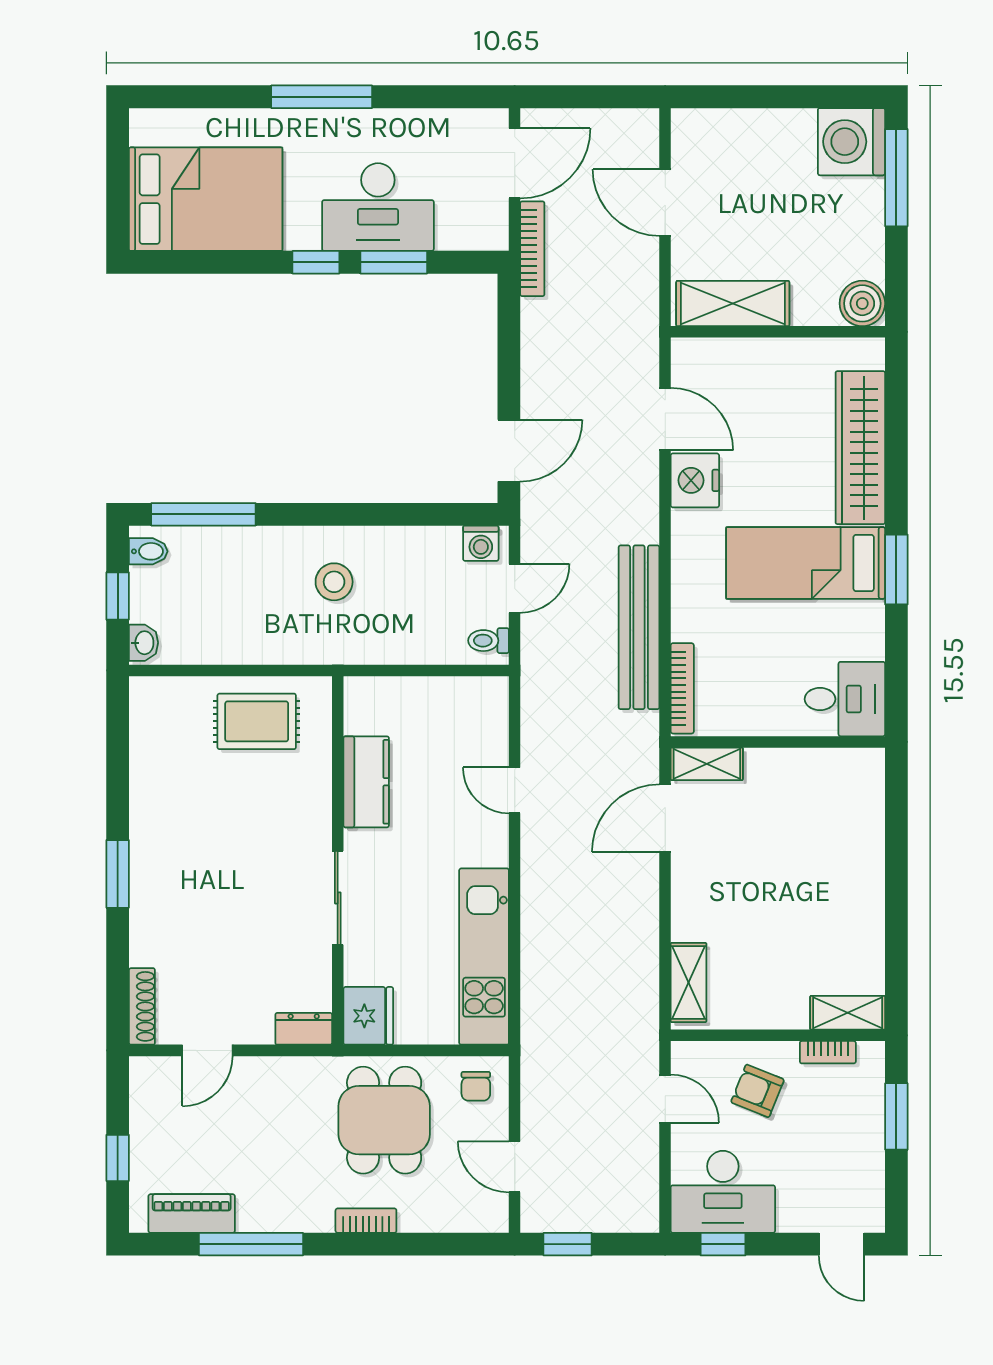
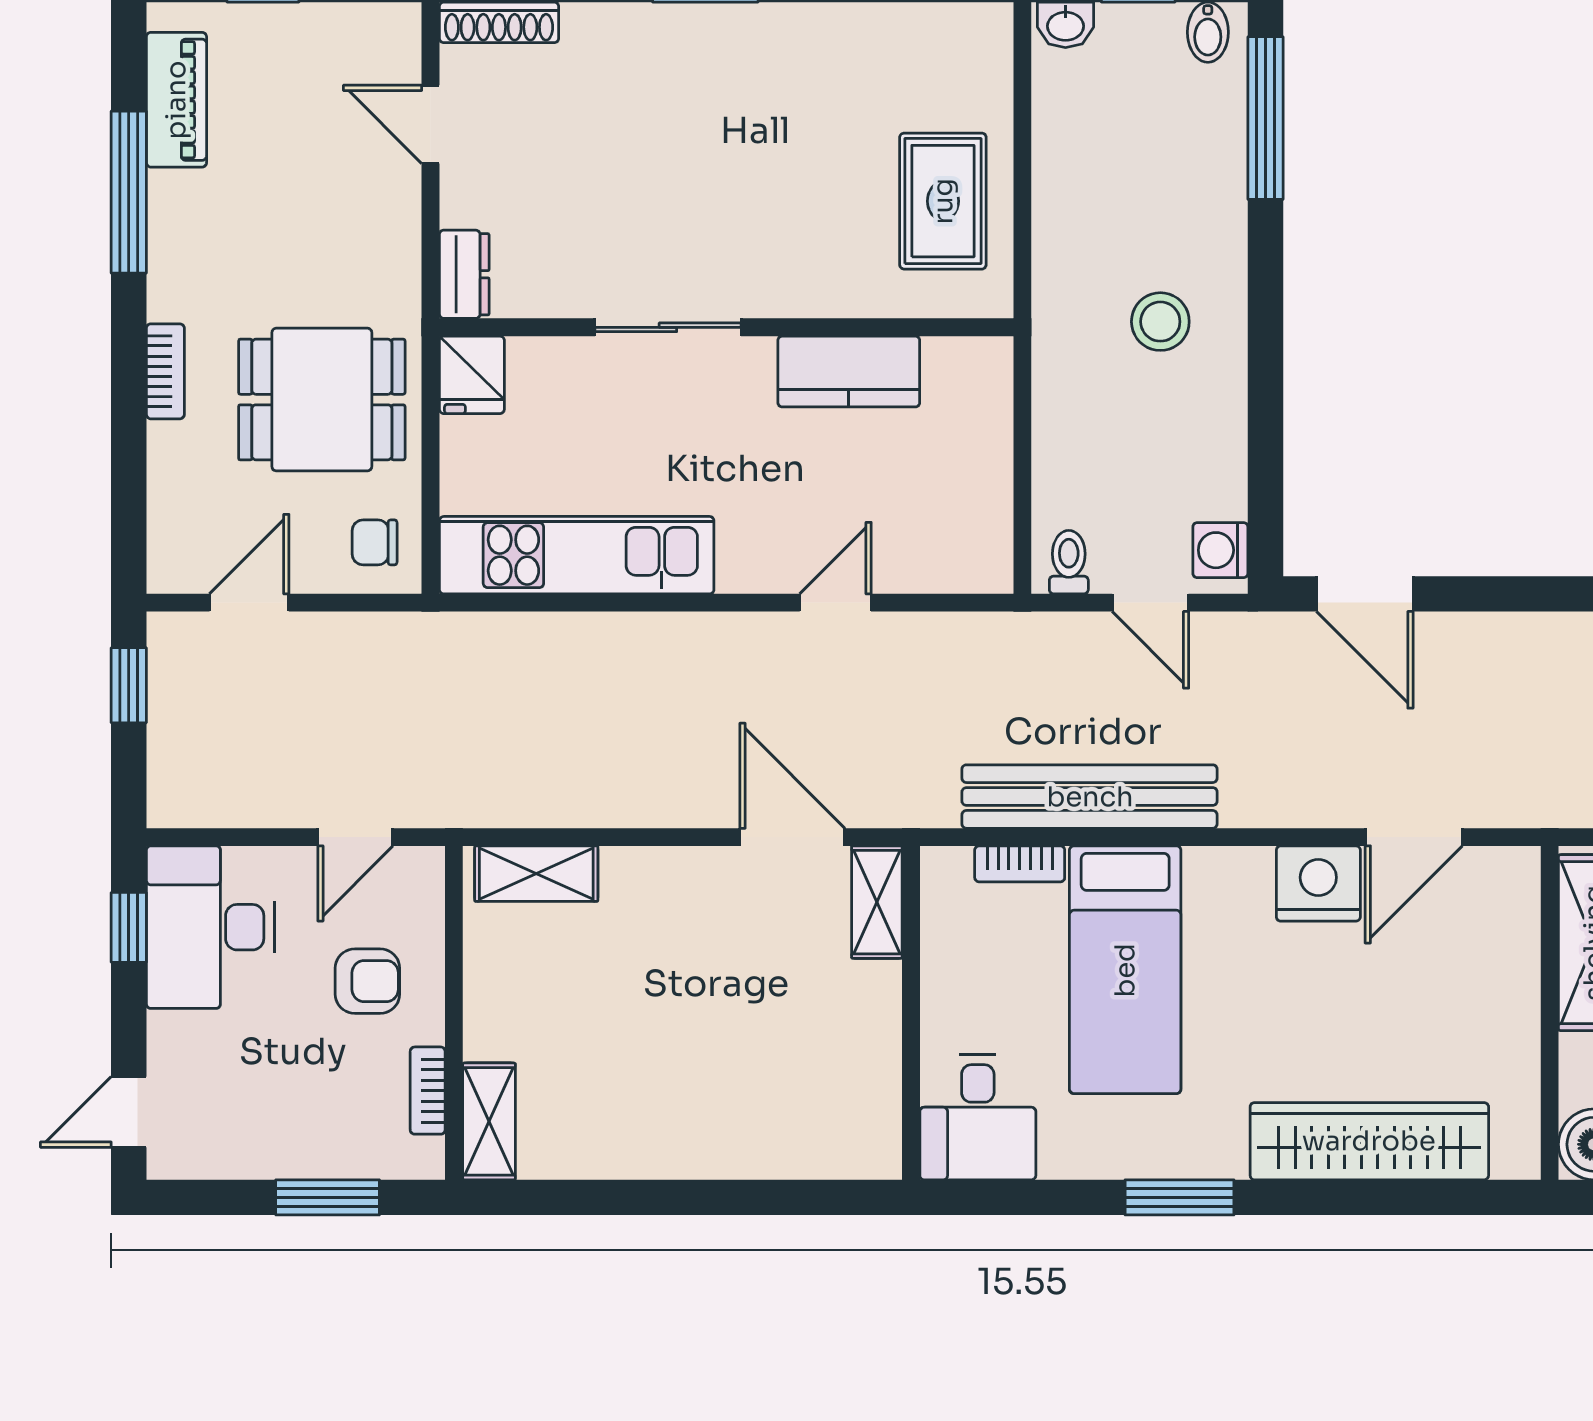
bed: (806, 563) -> (1125, 970), moved, turned 180
bookcase: (682, 688) -> (1020, 864), width x0.64
fridge: (368, 1016) -> (472, 375), width x0.72
armchair: (758, 1091) -> (367, 981), turned 68

